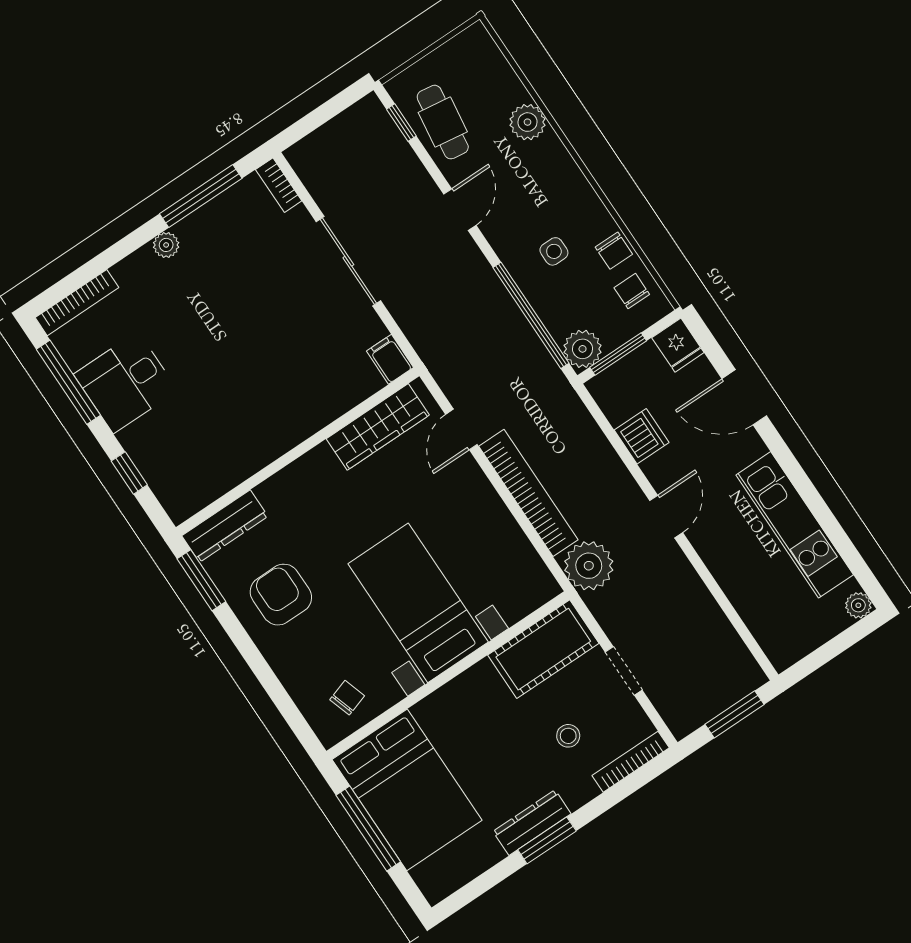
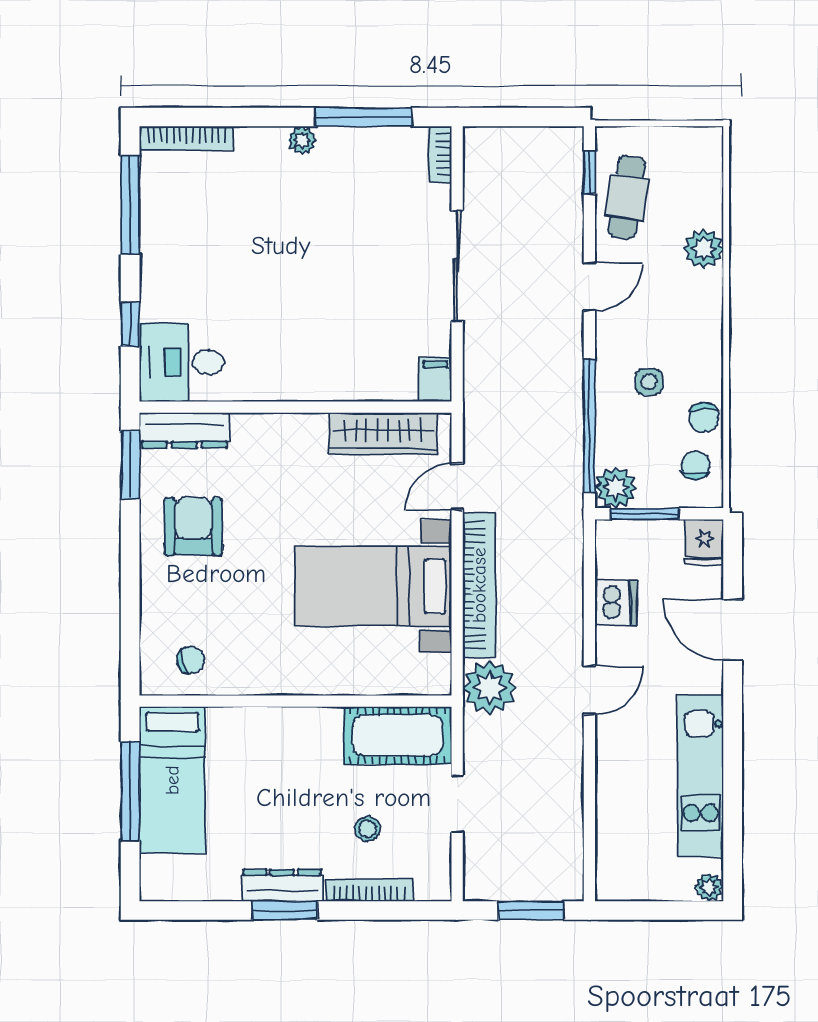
desk: (126, 382) -> (182, 362), moved
bed with nightstands: (418, 603) -> (373, 586), moved, turned -90
bookcase: (631, 762) -> (369, 890), moved
bed: (407, 790) -> (172, 780), width x0.67

